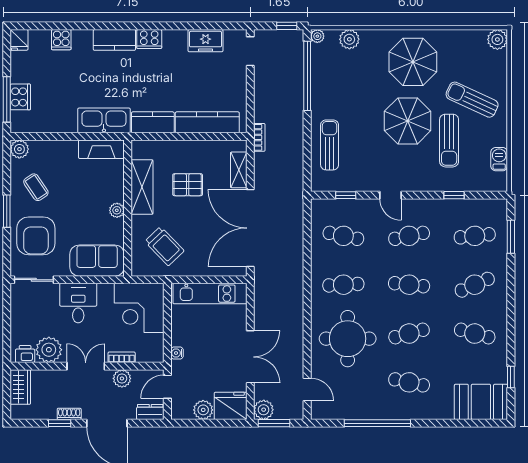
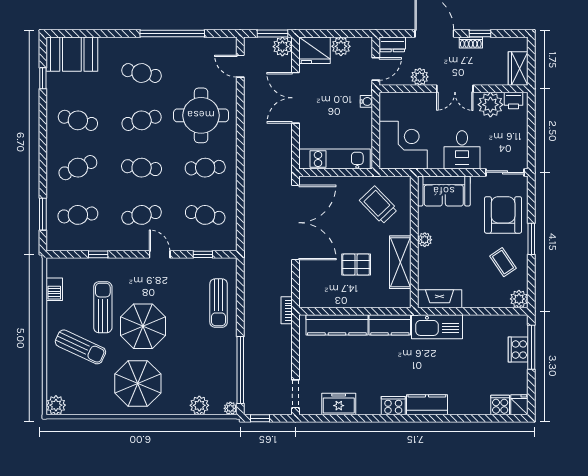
cooker: (61, 40) -> (500, 405), moved
shelving: (239, 170) -> (307, 279), removed
bookcase: (122, 357) -> (420, 97), removed

